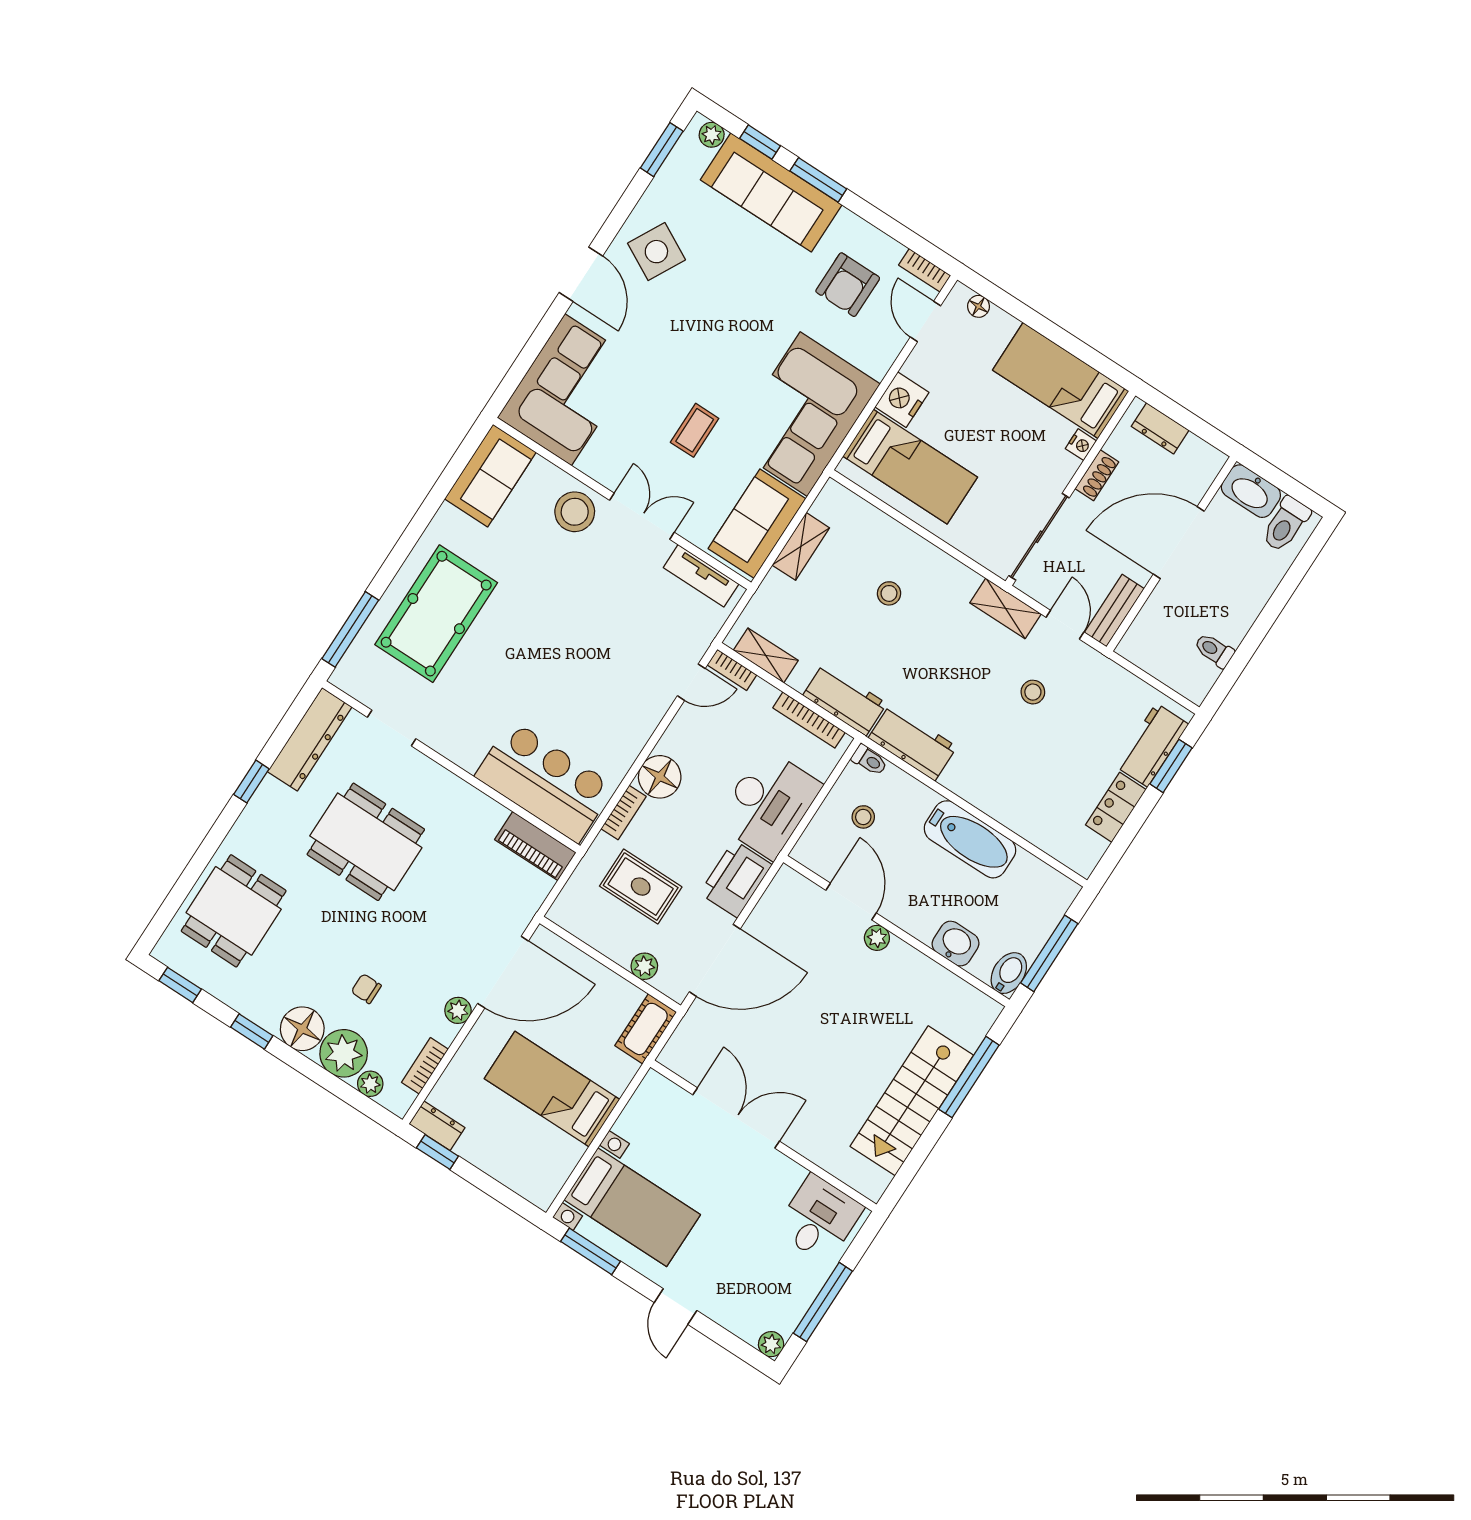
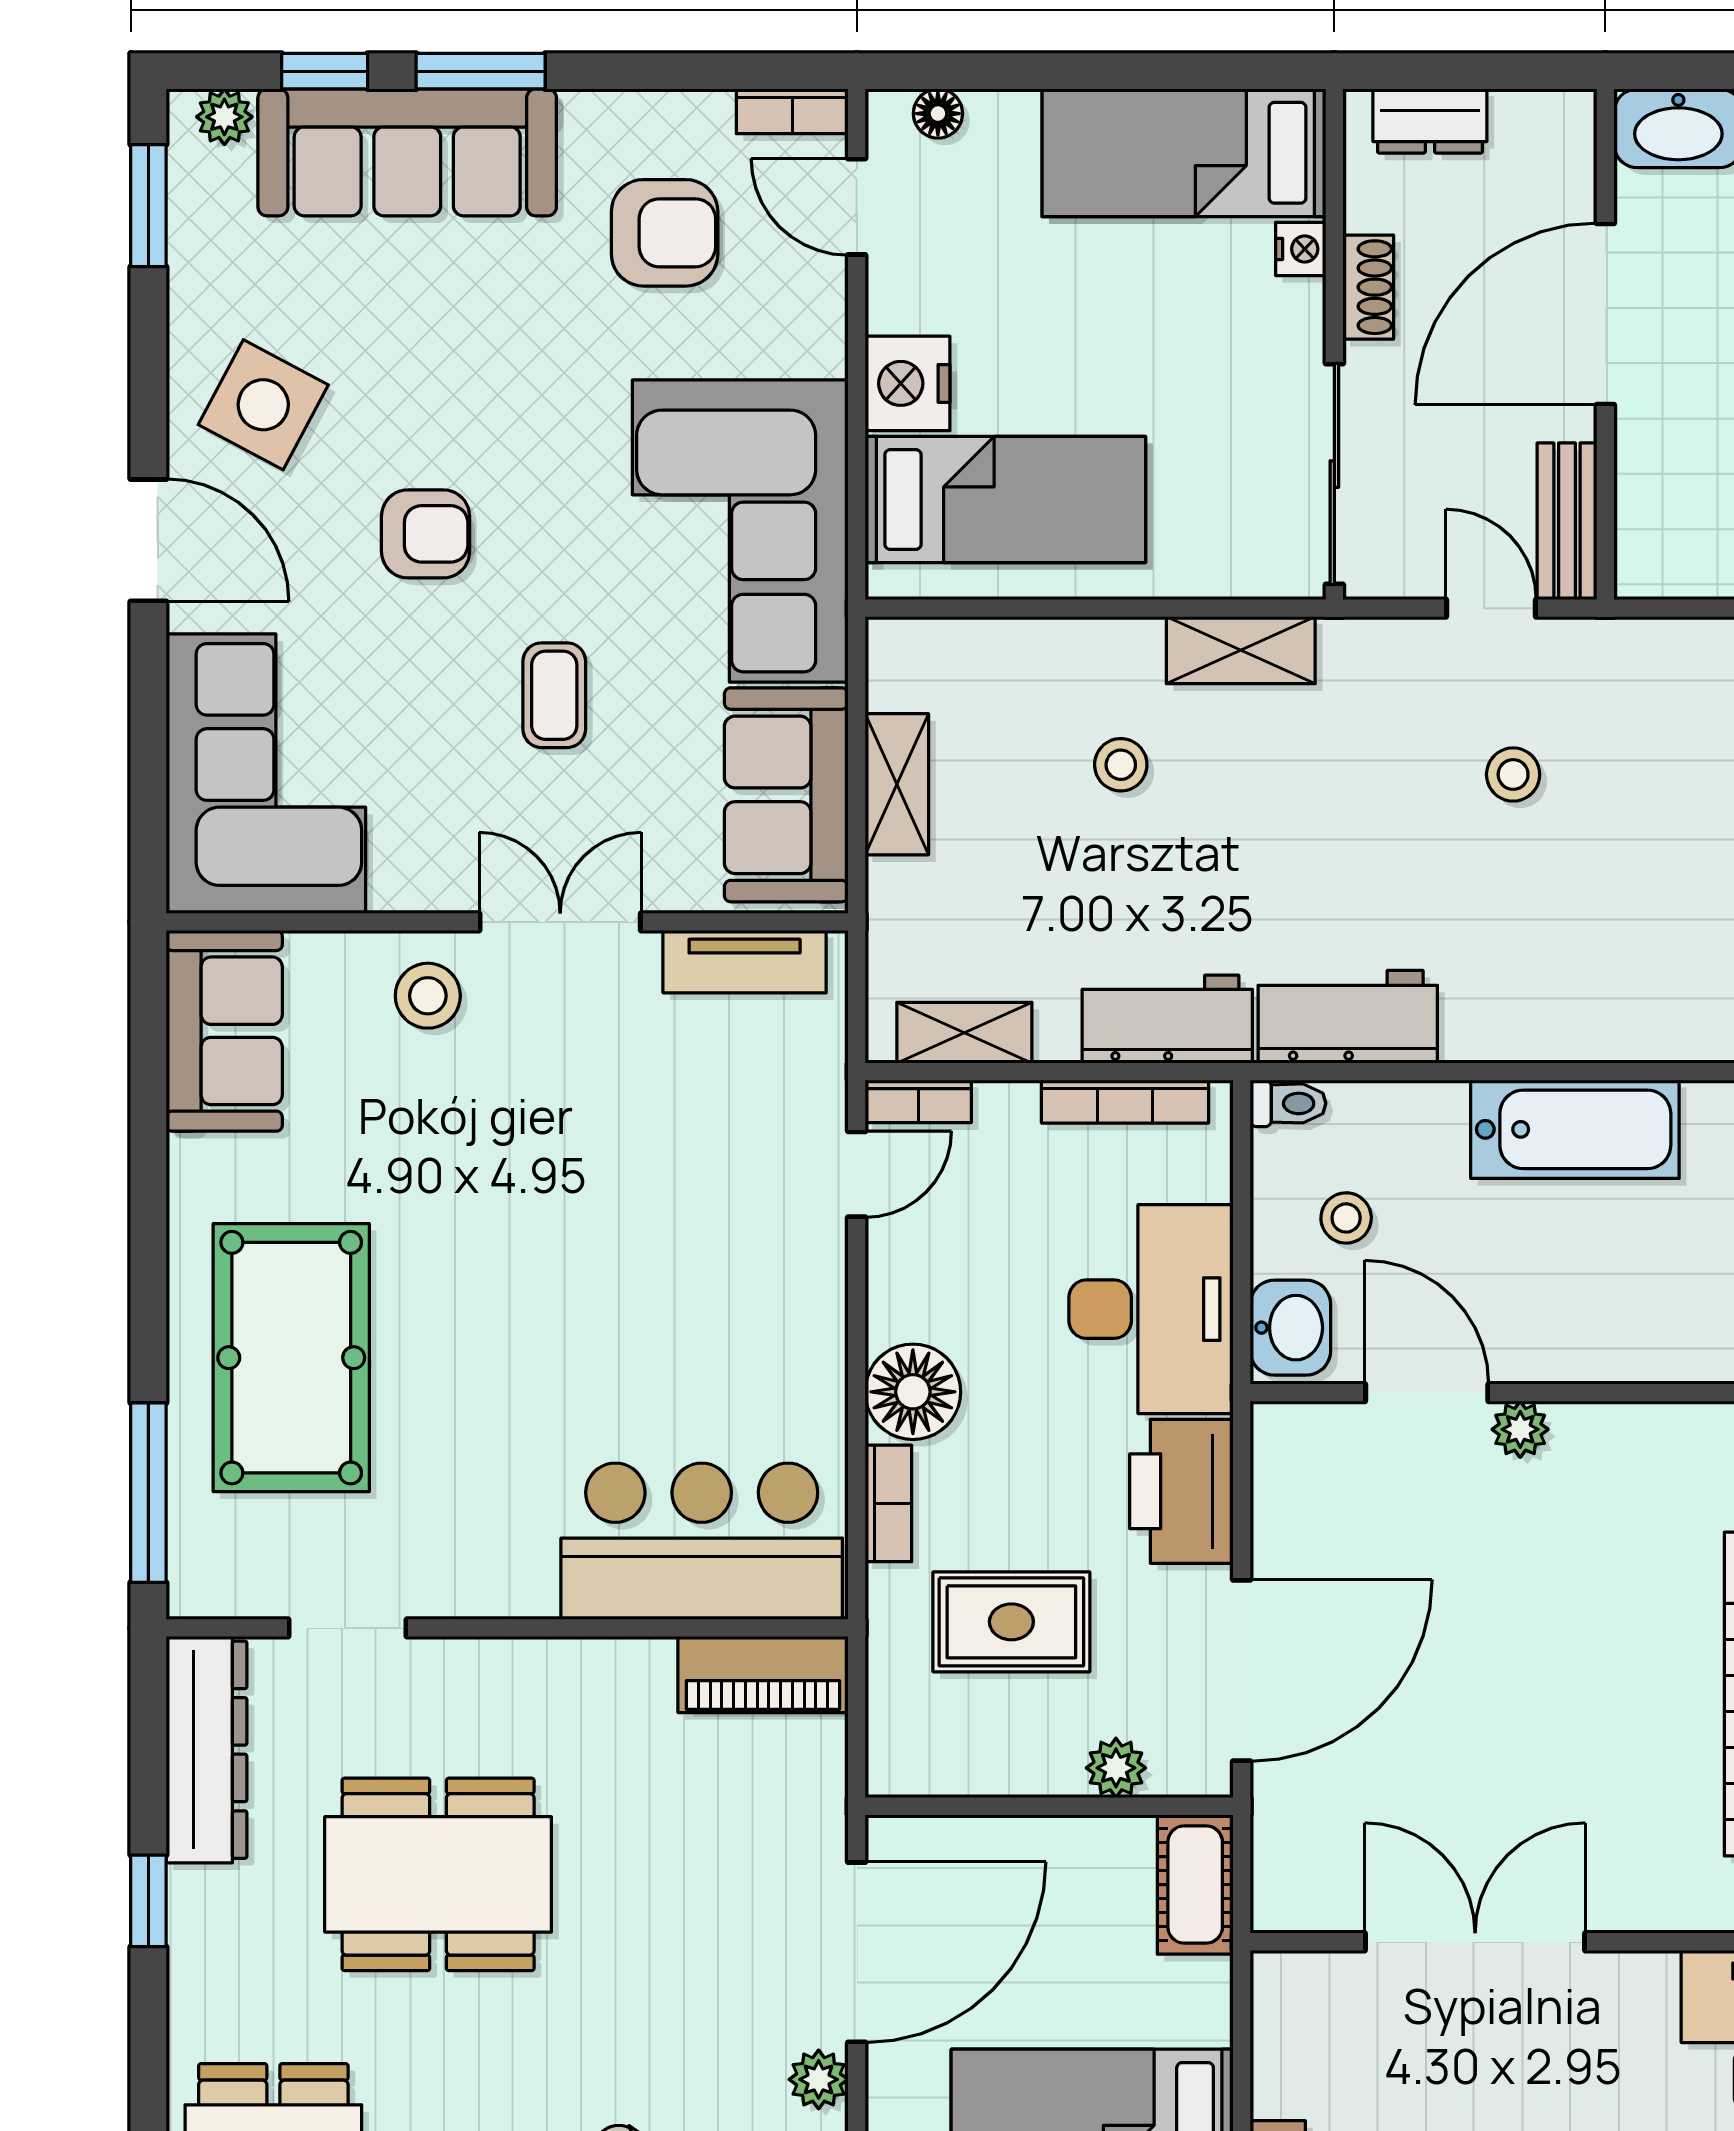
armchair: (848, 285) -> (665, 233), turned -90
armchair: (686, 339) -> (426, 534), added
stool: (575, 512) -> (428, 996), width x0.73, depth x0.73
shelving: (1005, 608) -> (1241, 650), moved
washbasin: (955, 944) -> (1290, 1328), moved, turned 90

